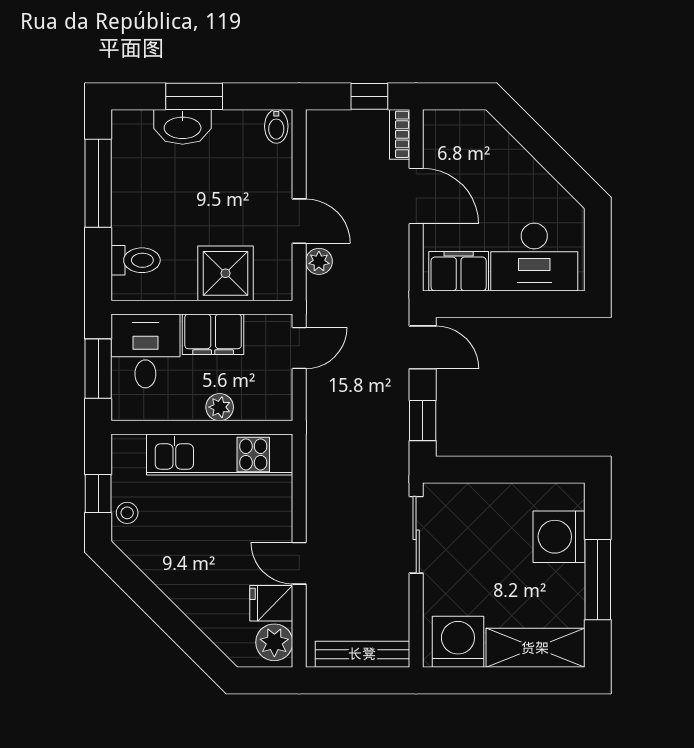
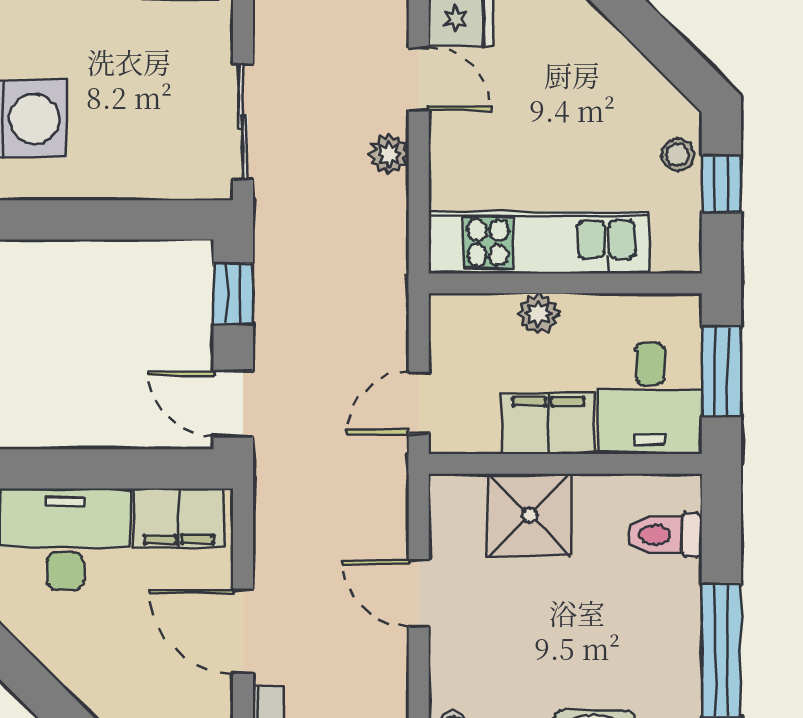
plant: (319, 261) -> (389, 154), moved

